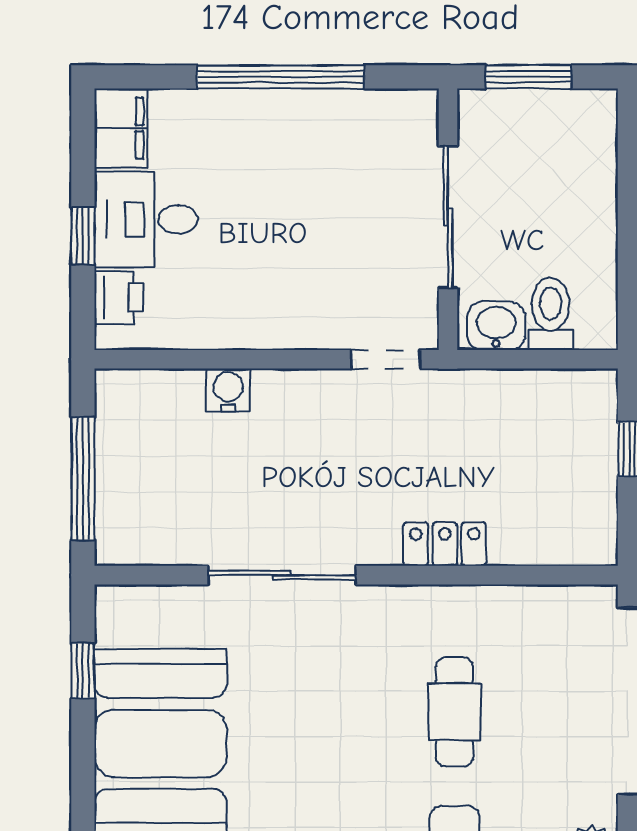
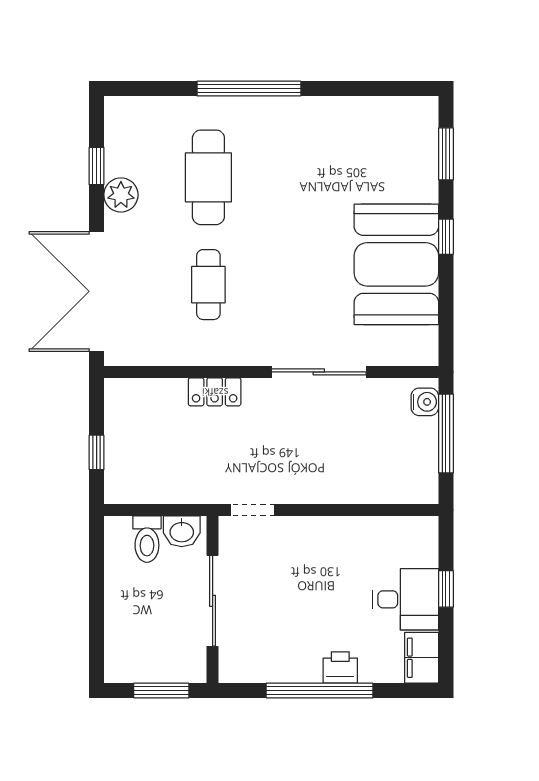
printer: (119, 298) -> (340, 668), moved, turned 90
water cooler: (228, 390) -> (425, 402), moved, turned -90
window: (83, 671) -> (446, 237), moved

